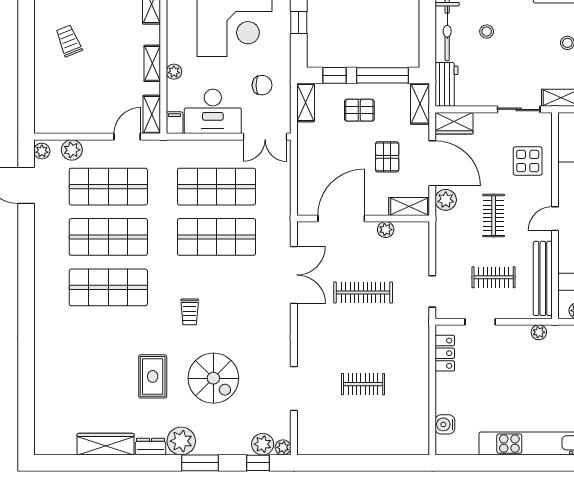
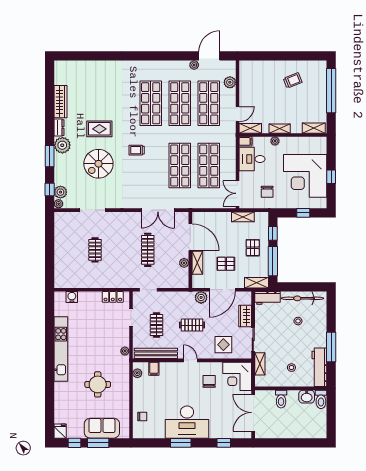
shelving: (306, 103) -> (243, 217), moved
desk: (213, 111) -> (252, 159), width x0.73
wardrobe: (454, 123) -> (245, 316), moved
door: (127, 137) -> (237, 114), hinge flipped
plant: (42, 151) -> (194, 65), moved
shelving: (409, 206) -> (197, 263), moved

